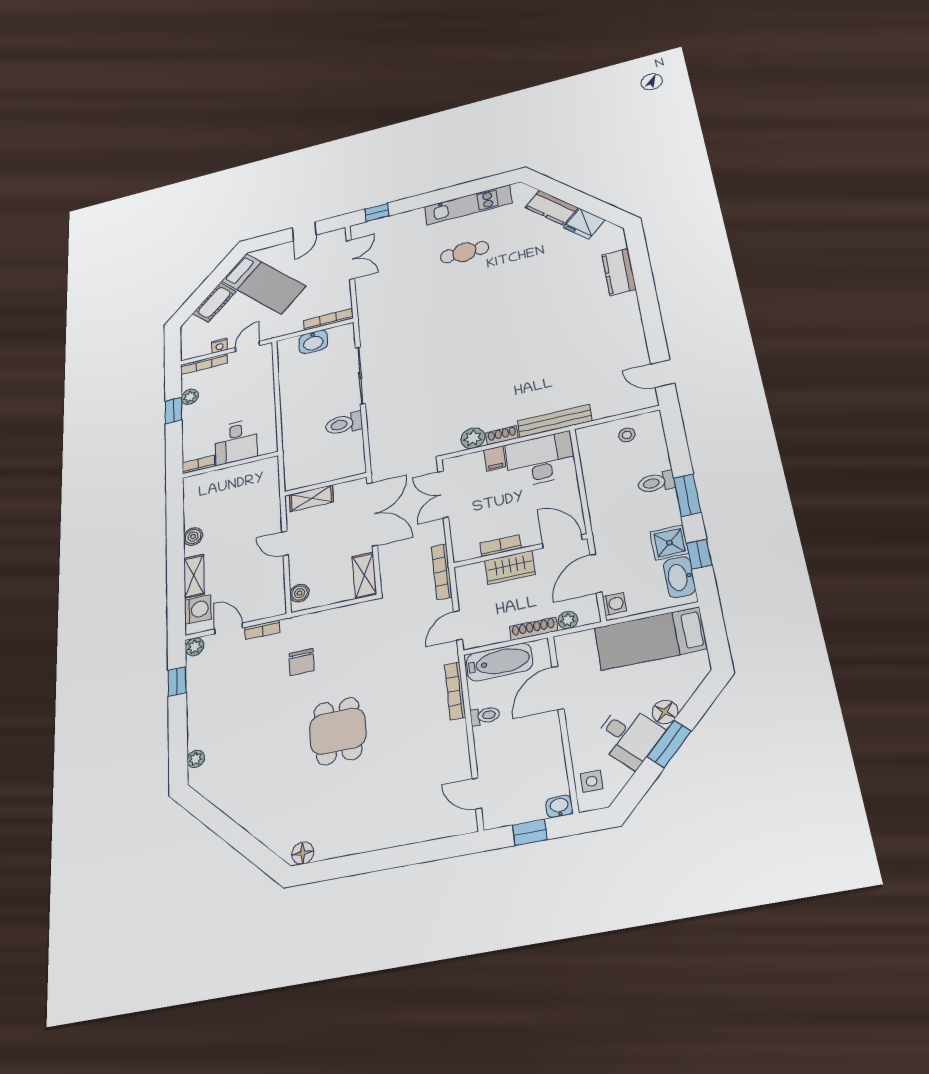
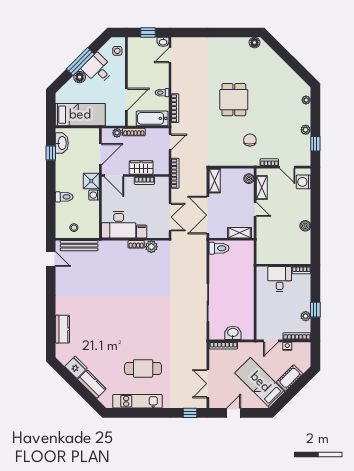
cafe table: (464, 252) -> (143, 368), width x1.37, depth x1.35
bench: (555, 421) -> (79, 246), moved
toilet: (344, 424) -> (219, 248), moved
window: (687, 495) -> (51, 186), removed
shower: (669, 543) -> (91, 181), moved
shelving: (194, 576) -> (262, 188), moved
washing machine: (614, 604) -> (94, 195), moved
plant: (195, 647) -> (306, 130), moved
window: (669, 744) -> (80, 61), width x1.44
door: (477, 793) -> (170, 55), swing flipped
washbasin: (559, 806) -> (163, 42), moved

